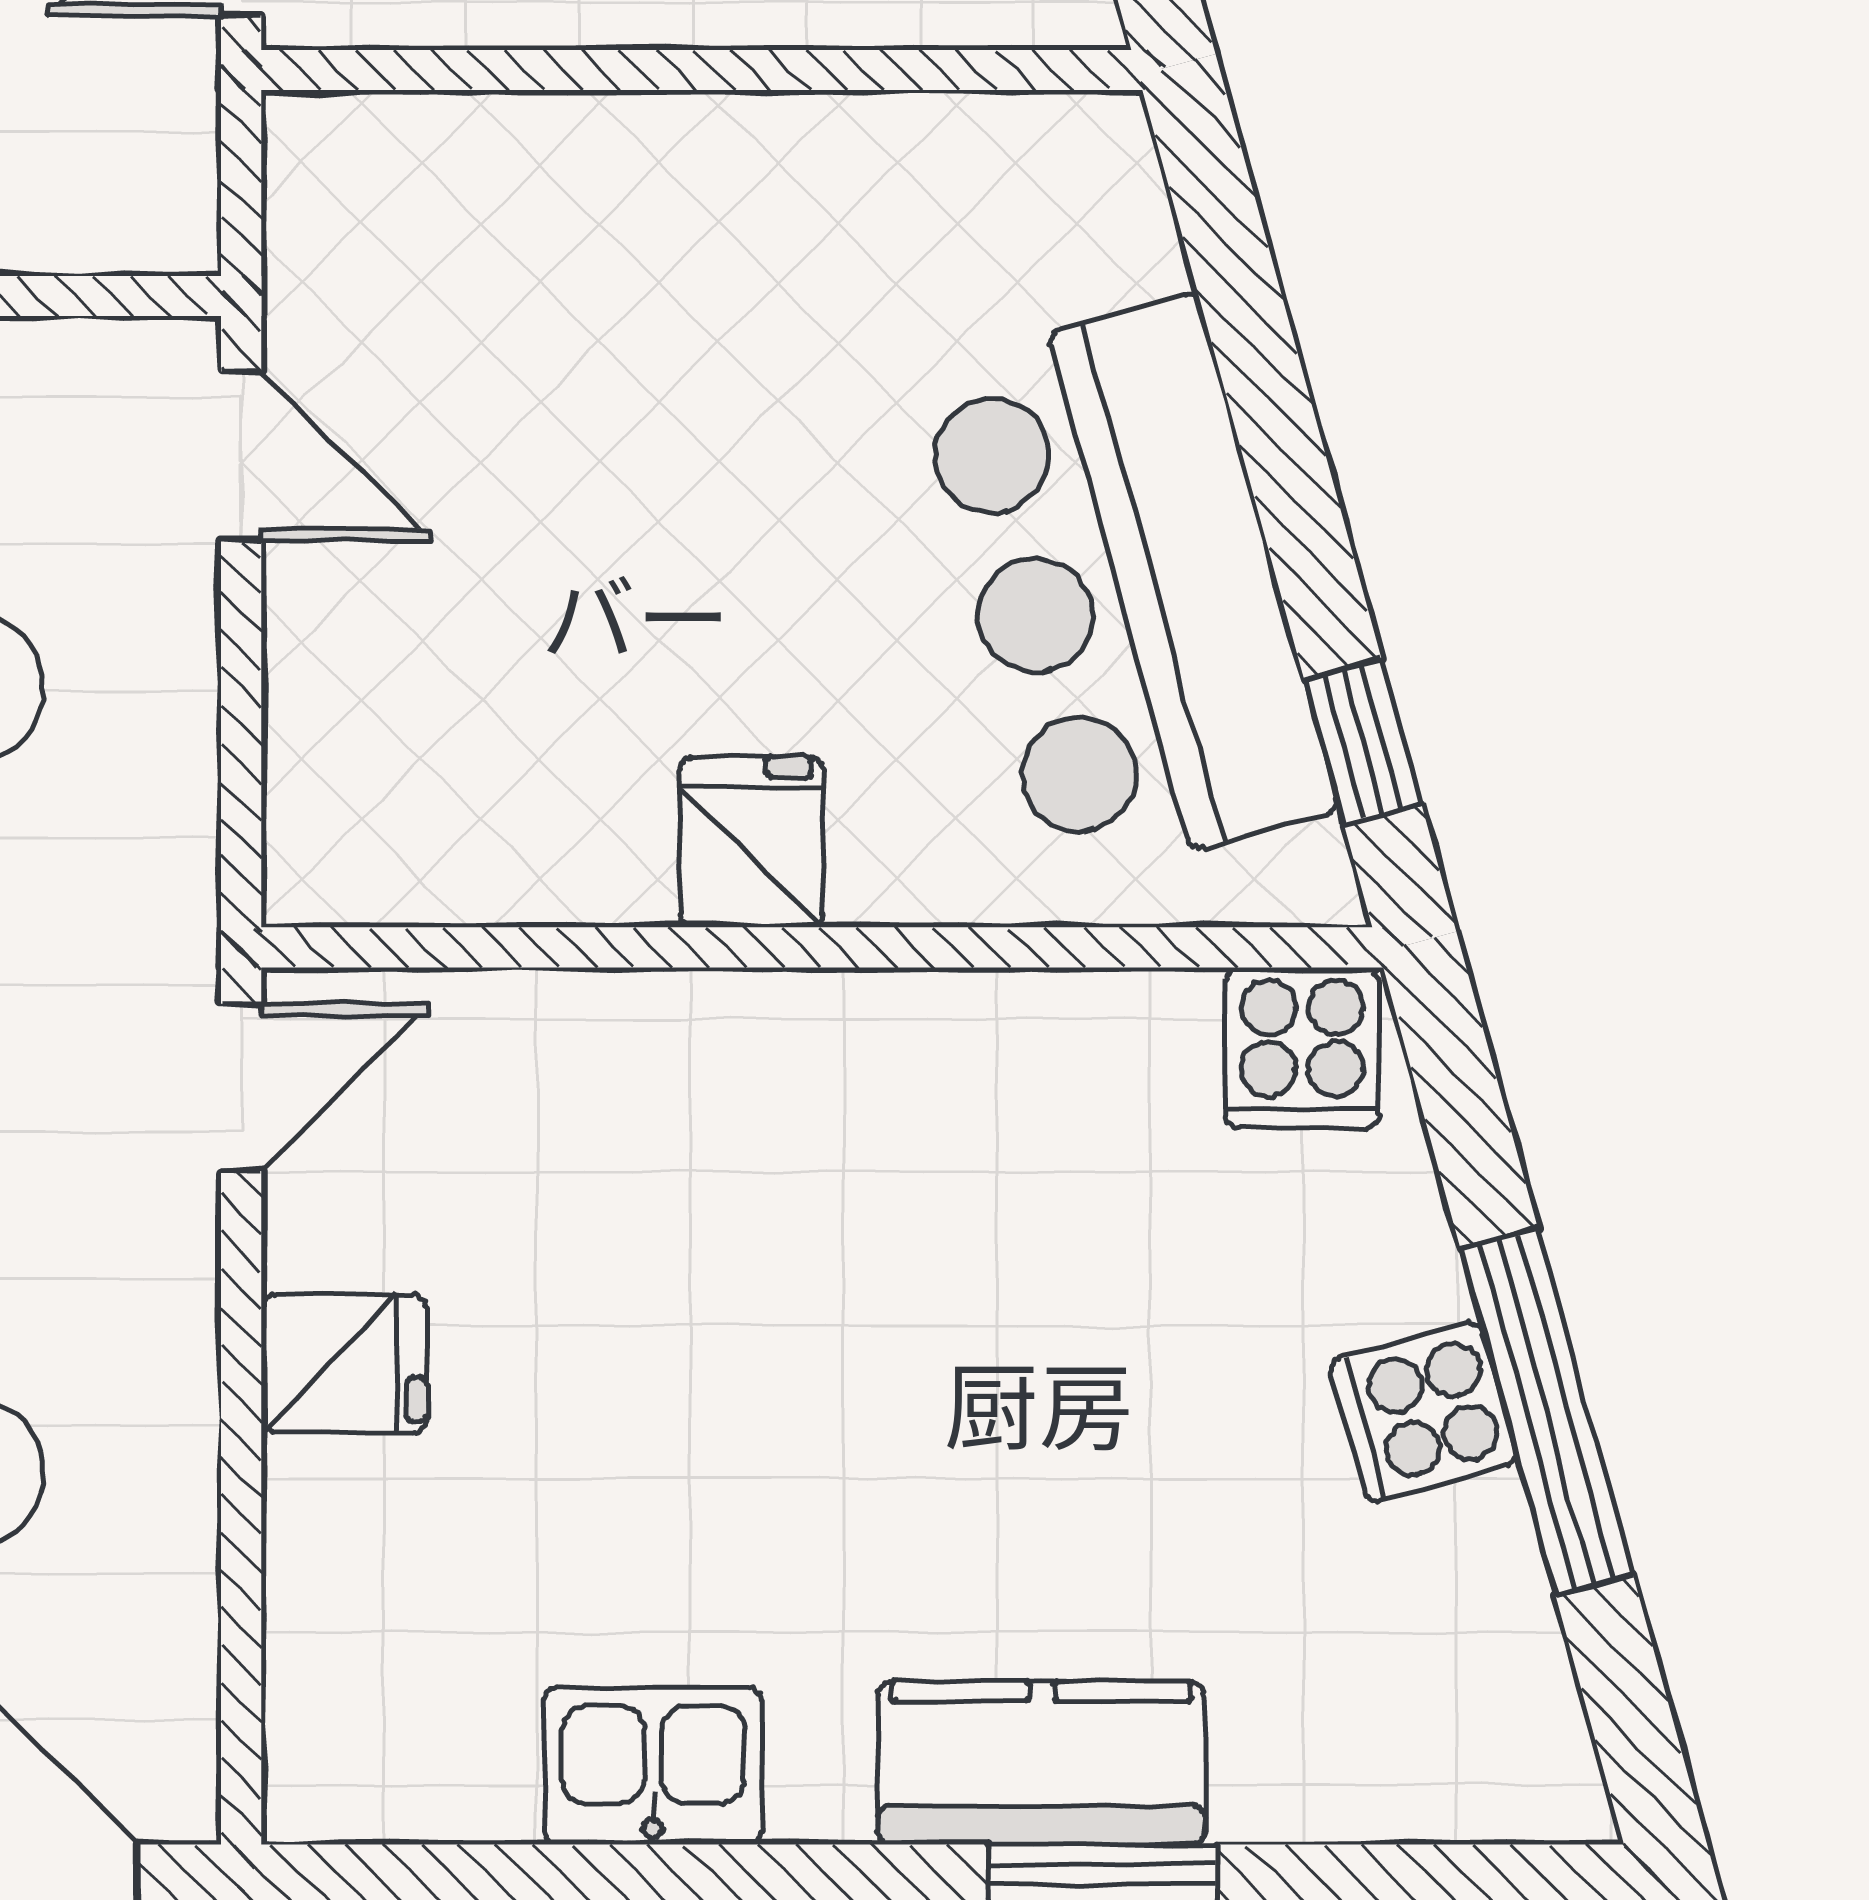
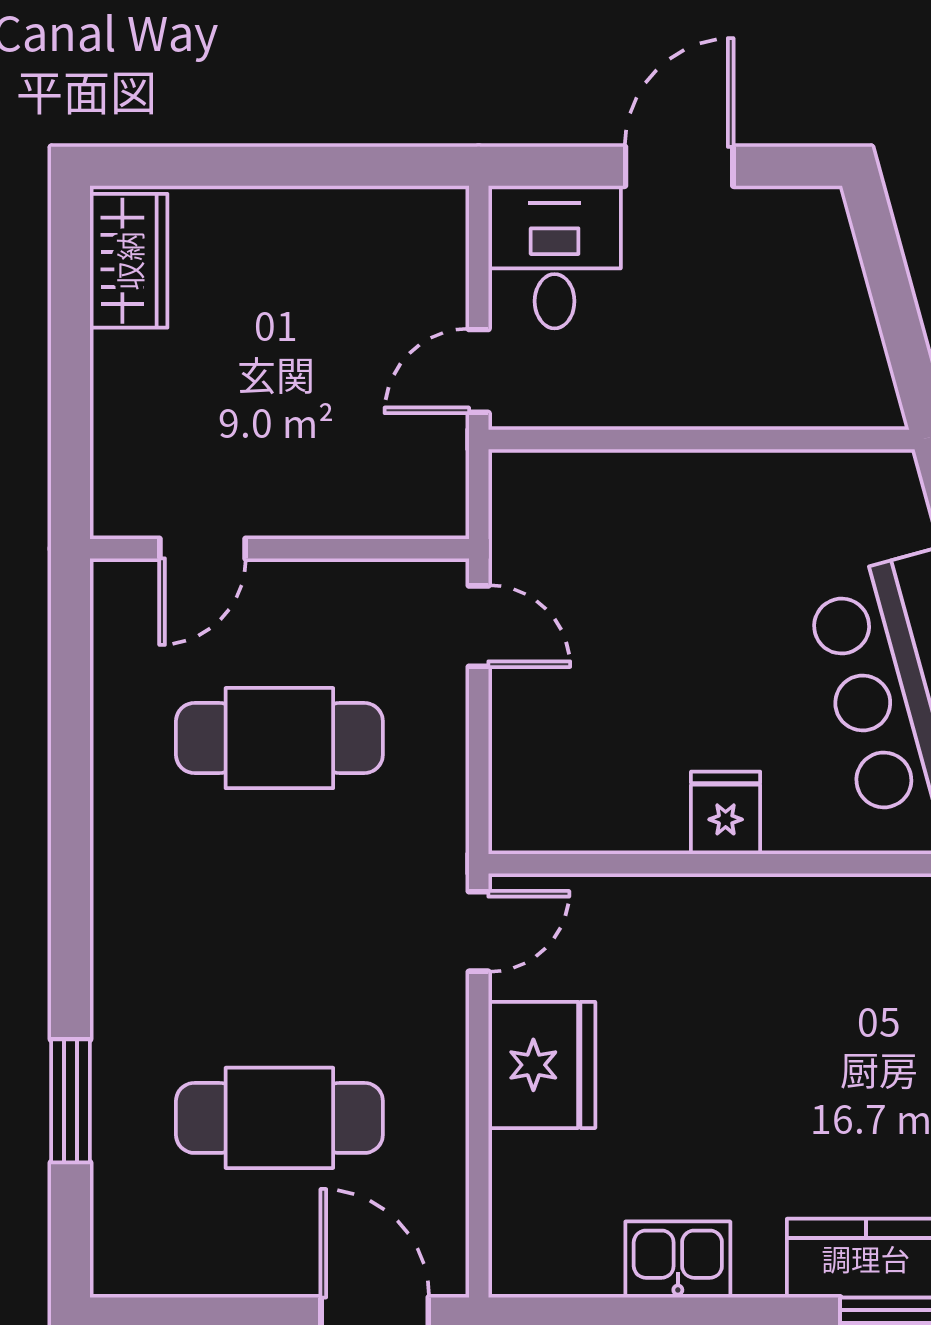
fridge: (344, 1364) -> (542, 1065), width x1.88, depth x1.34

